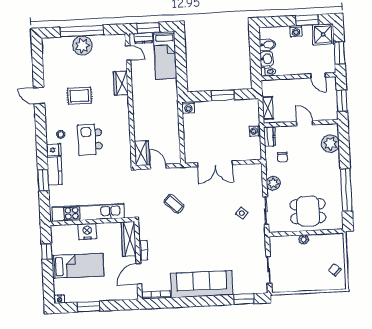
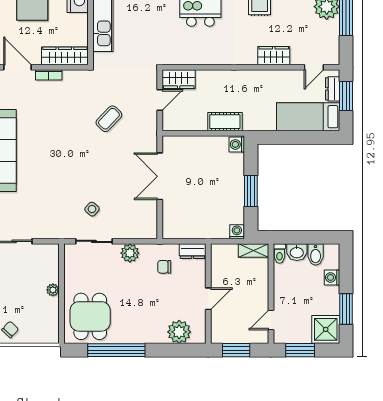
washing machine: (296, 31) -> (332, 277), moved
shelving: (268, 108) -> (254, 251), moved
cot: (172, 117) -> (225, 122), added
washing machine: (255, 131) -> (237, 232), moved
dining table: (308, 211) -> (90, 316), moved

